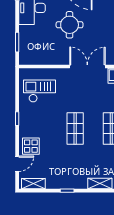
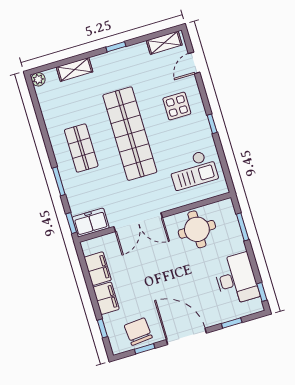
round table: (70, 25) -> (197, 229), moved
shop shelf: (75, 129) -> (130, 134), width x2.00, depth x1.36
display table: (31, 146) -> (177, 106), moved

